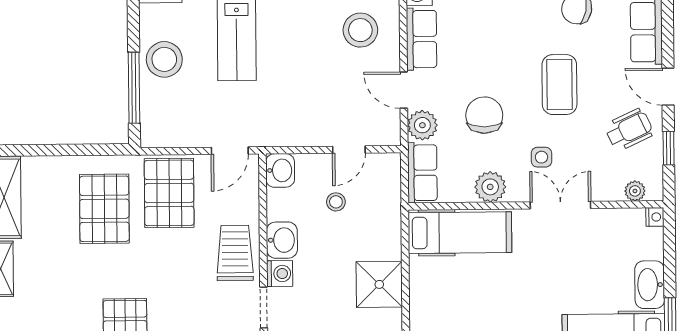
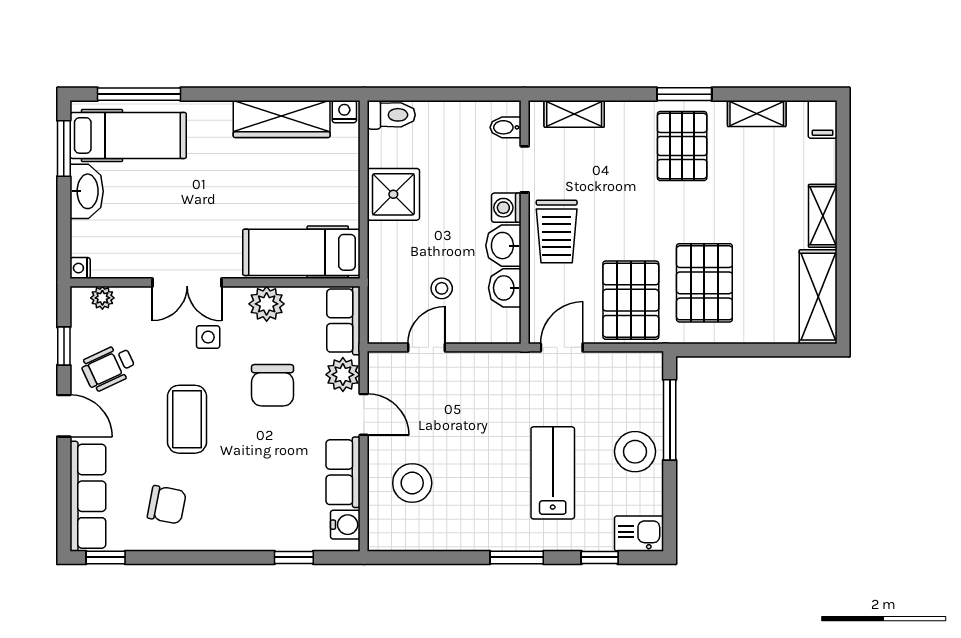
washbasin: (280, 170) -> (505, 288), moved

